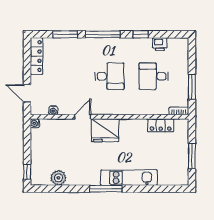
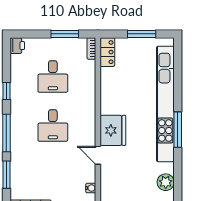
printer: (160, 44) -> (17, 46), moved
desk: (109, 76) -> (53, 125), turned 180
locker: (161, 125) -> (107, 52), moved
kitchen unit: (129, 178) -> (165, 104), width x1.86

